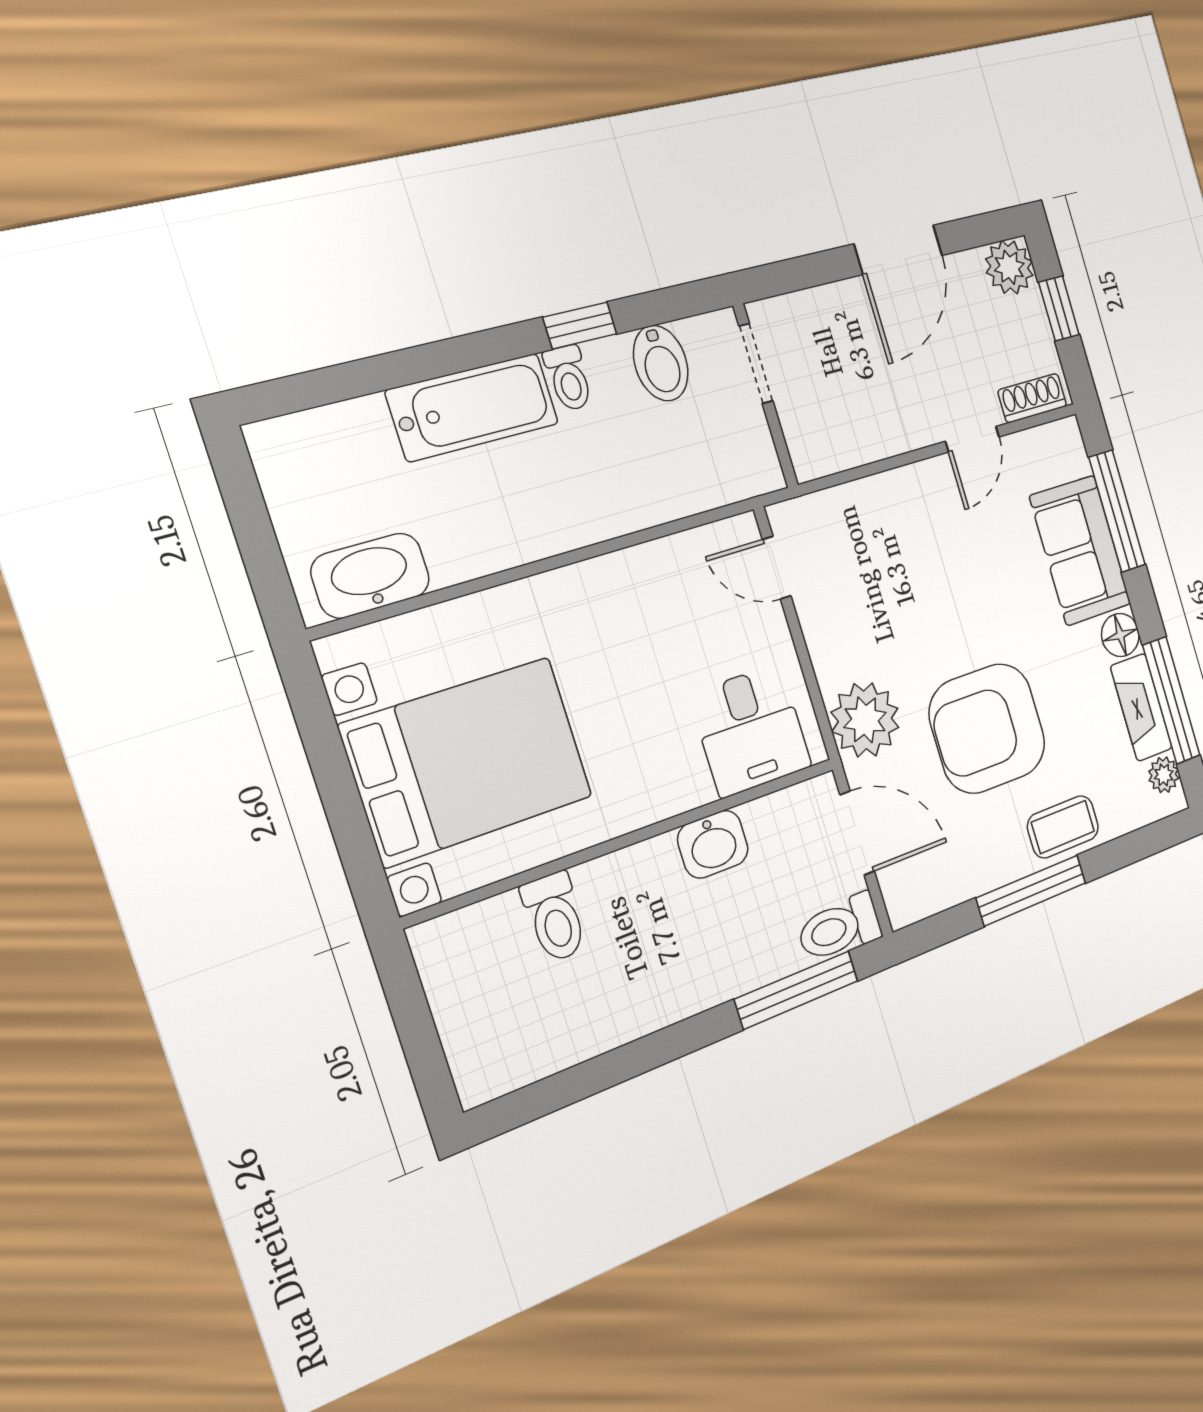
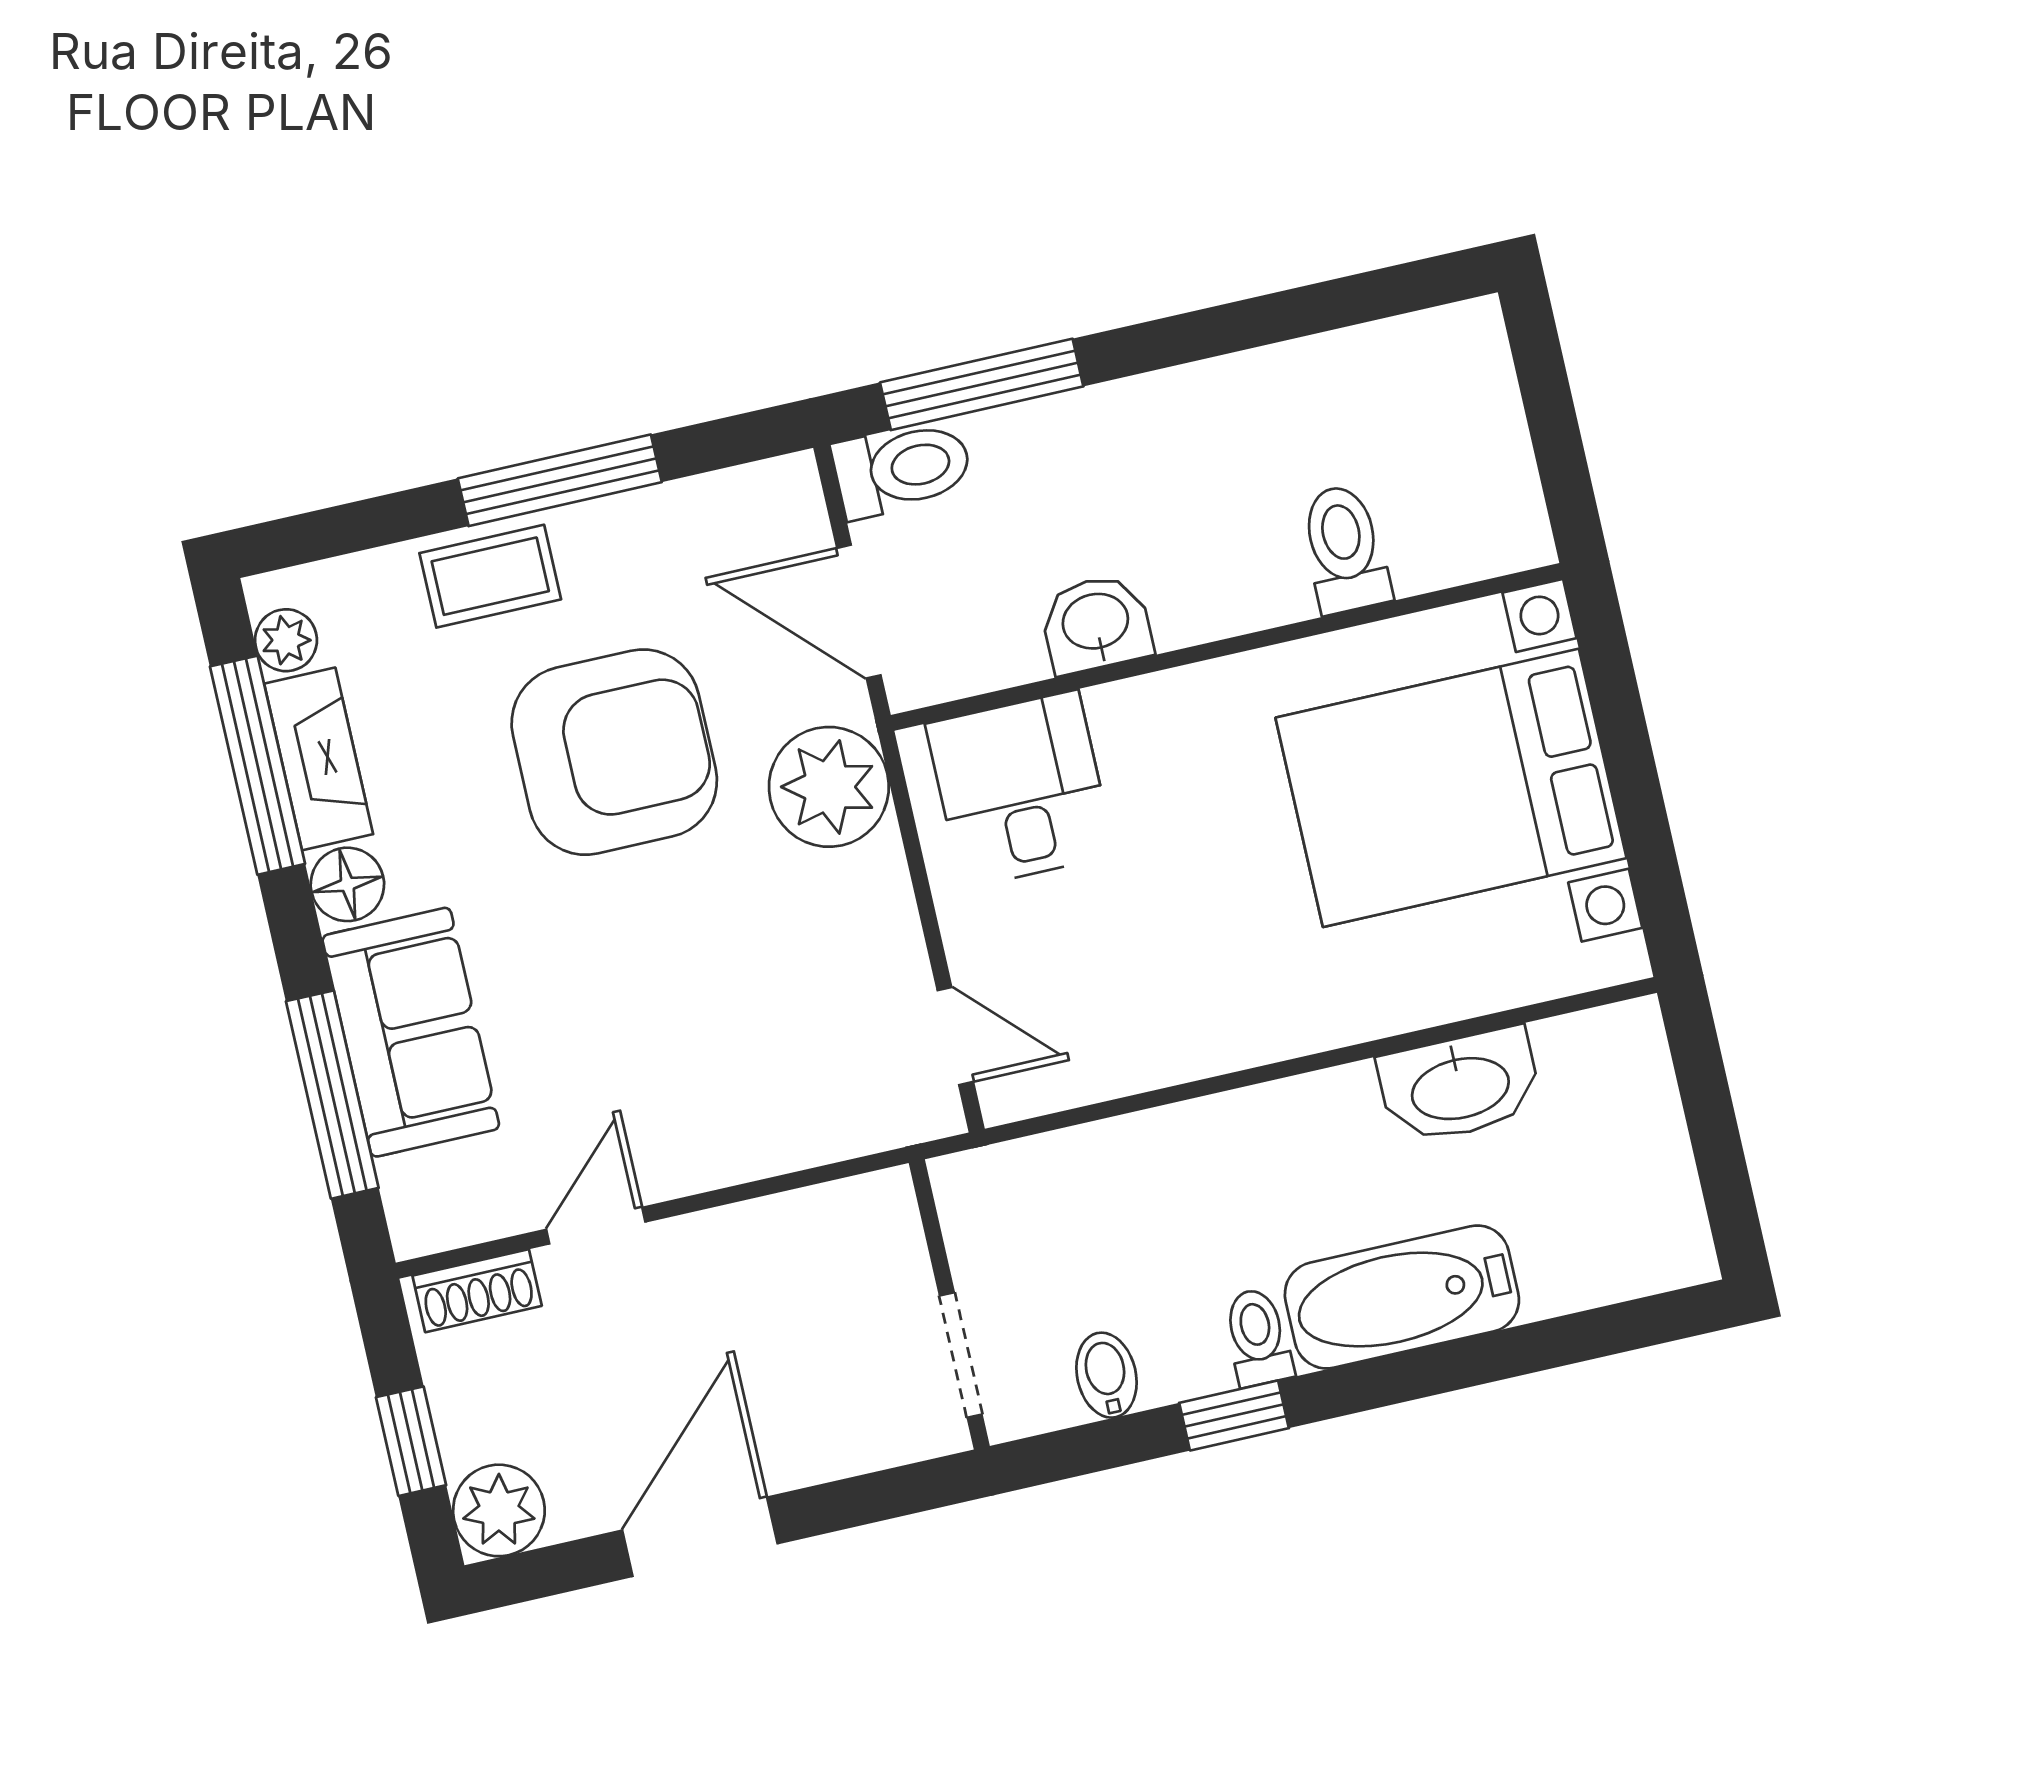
bidet: (661, 363) -> (1106, 1375), width x0.72, depth x0.74
washbasin: (371, 576) -> (1460, 1086), moved

